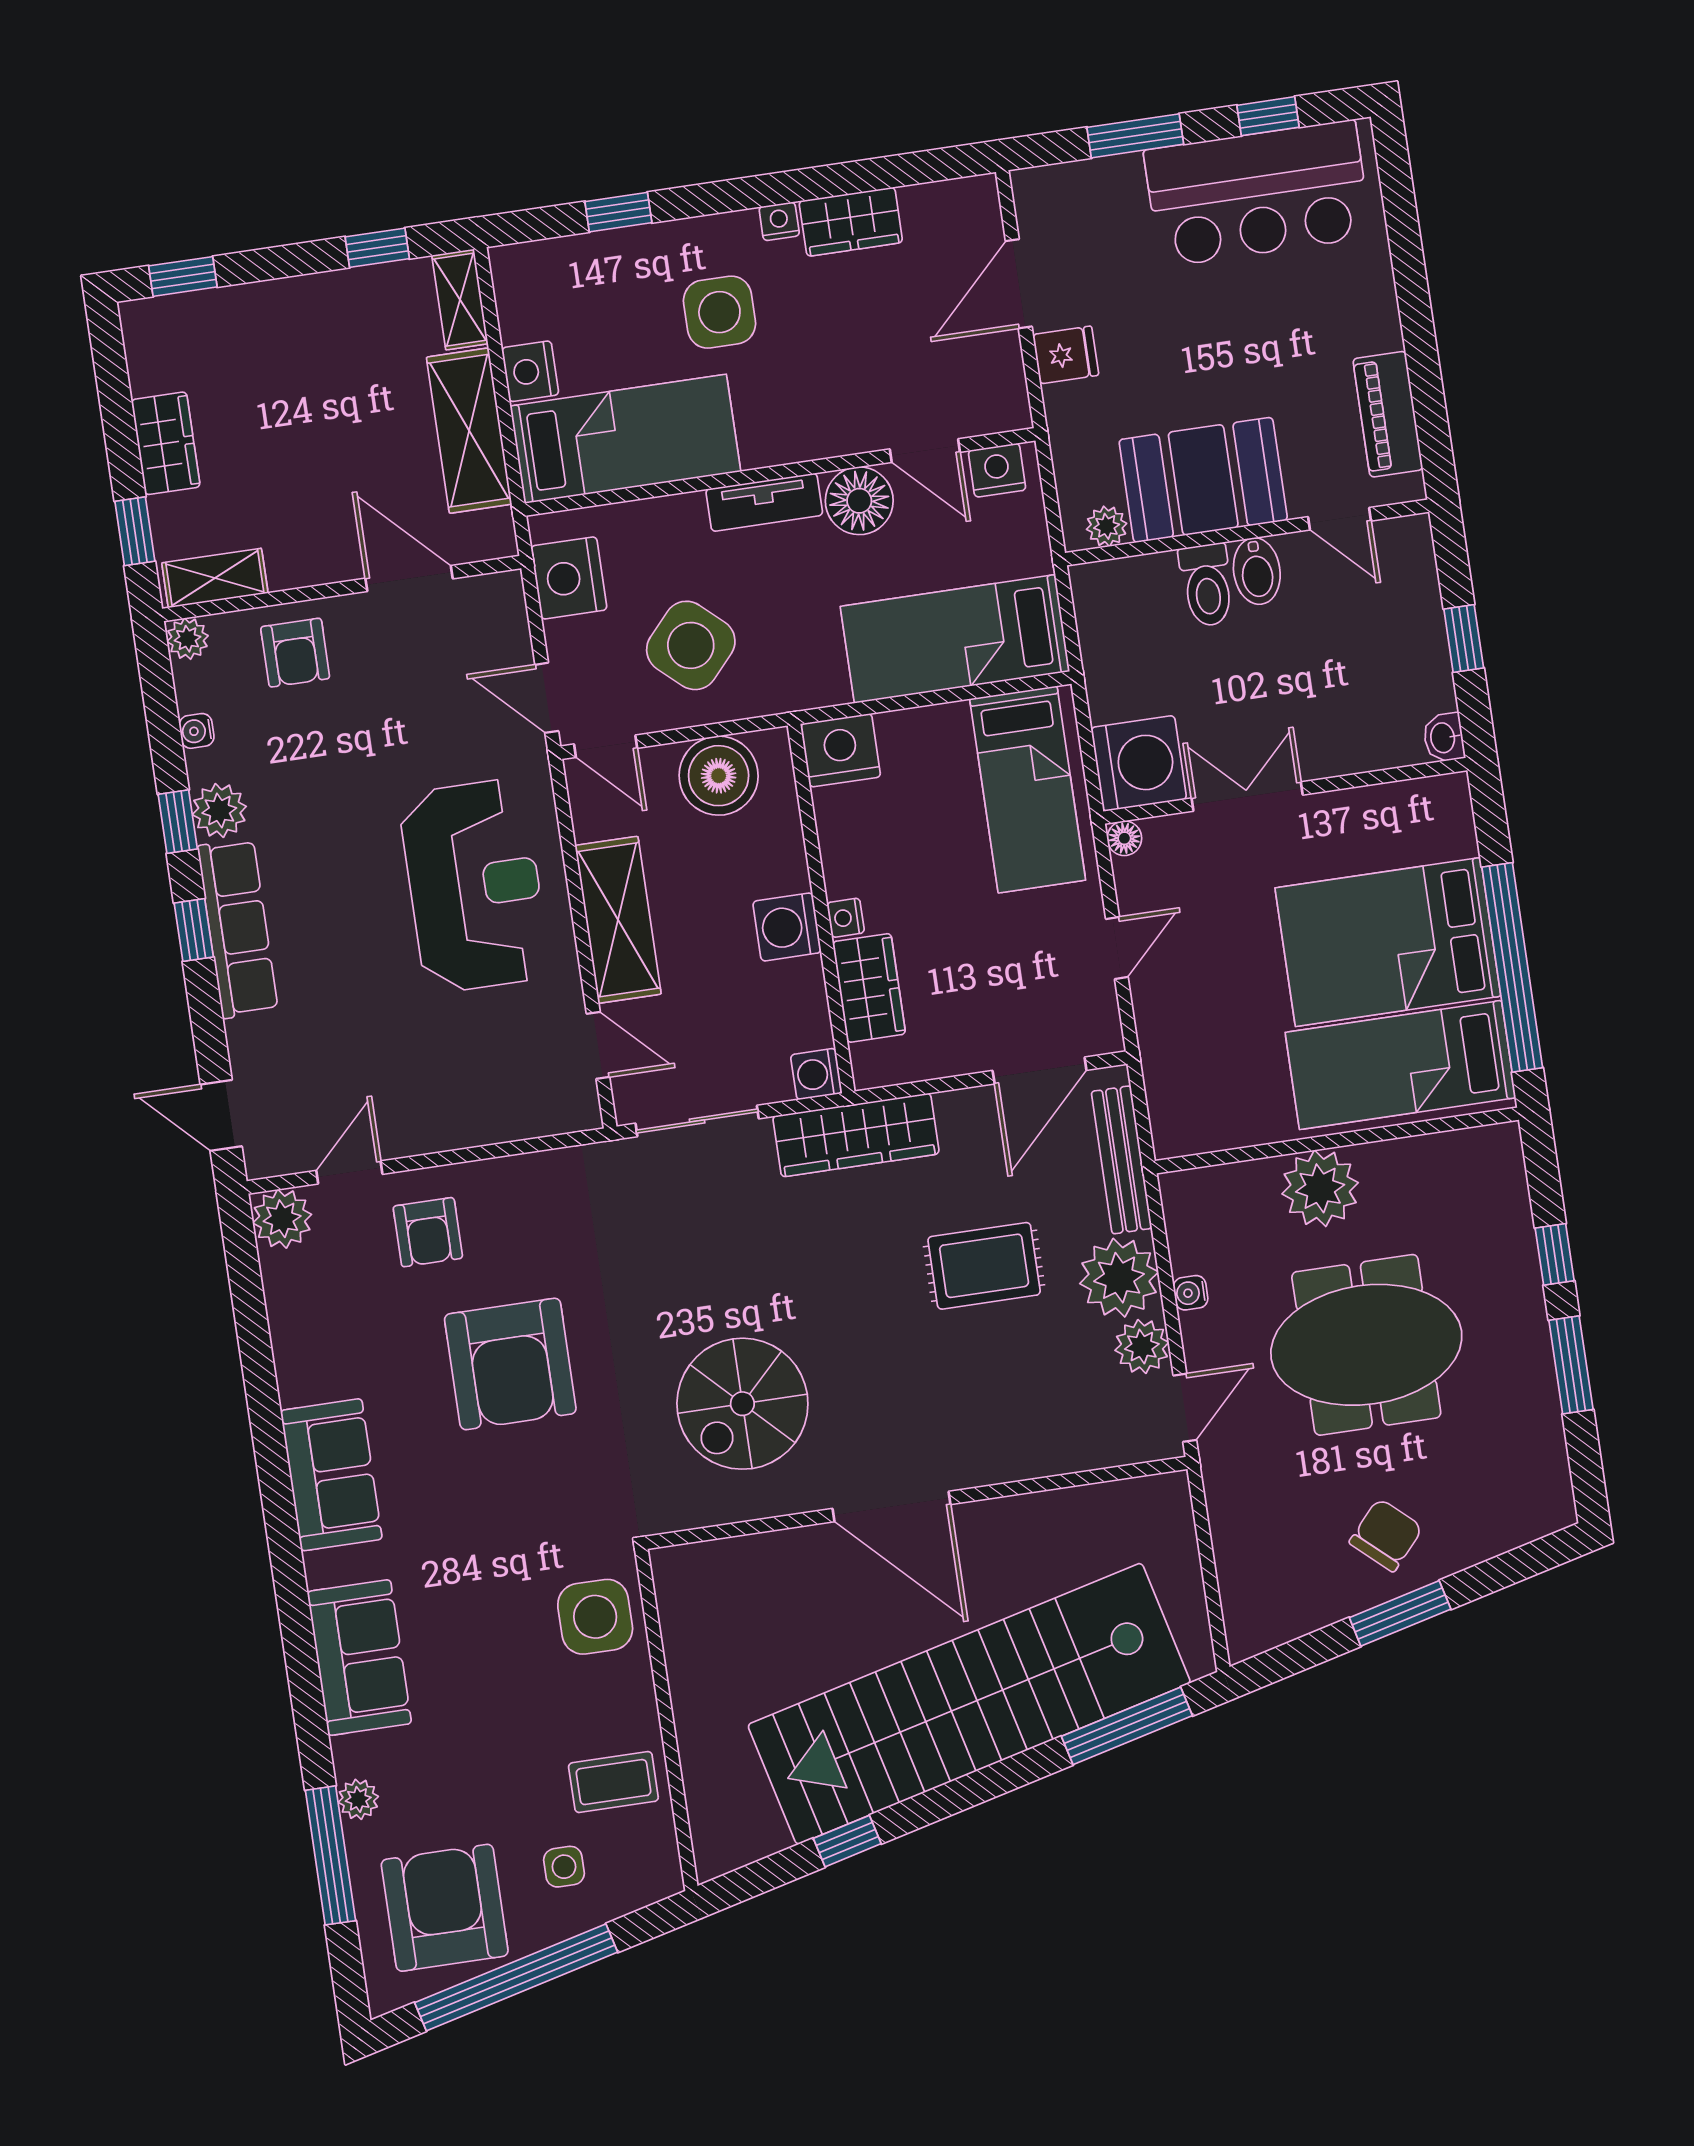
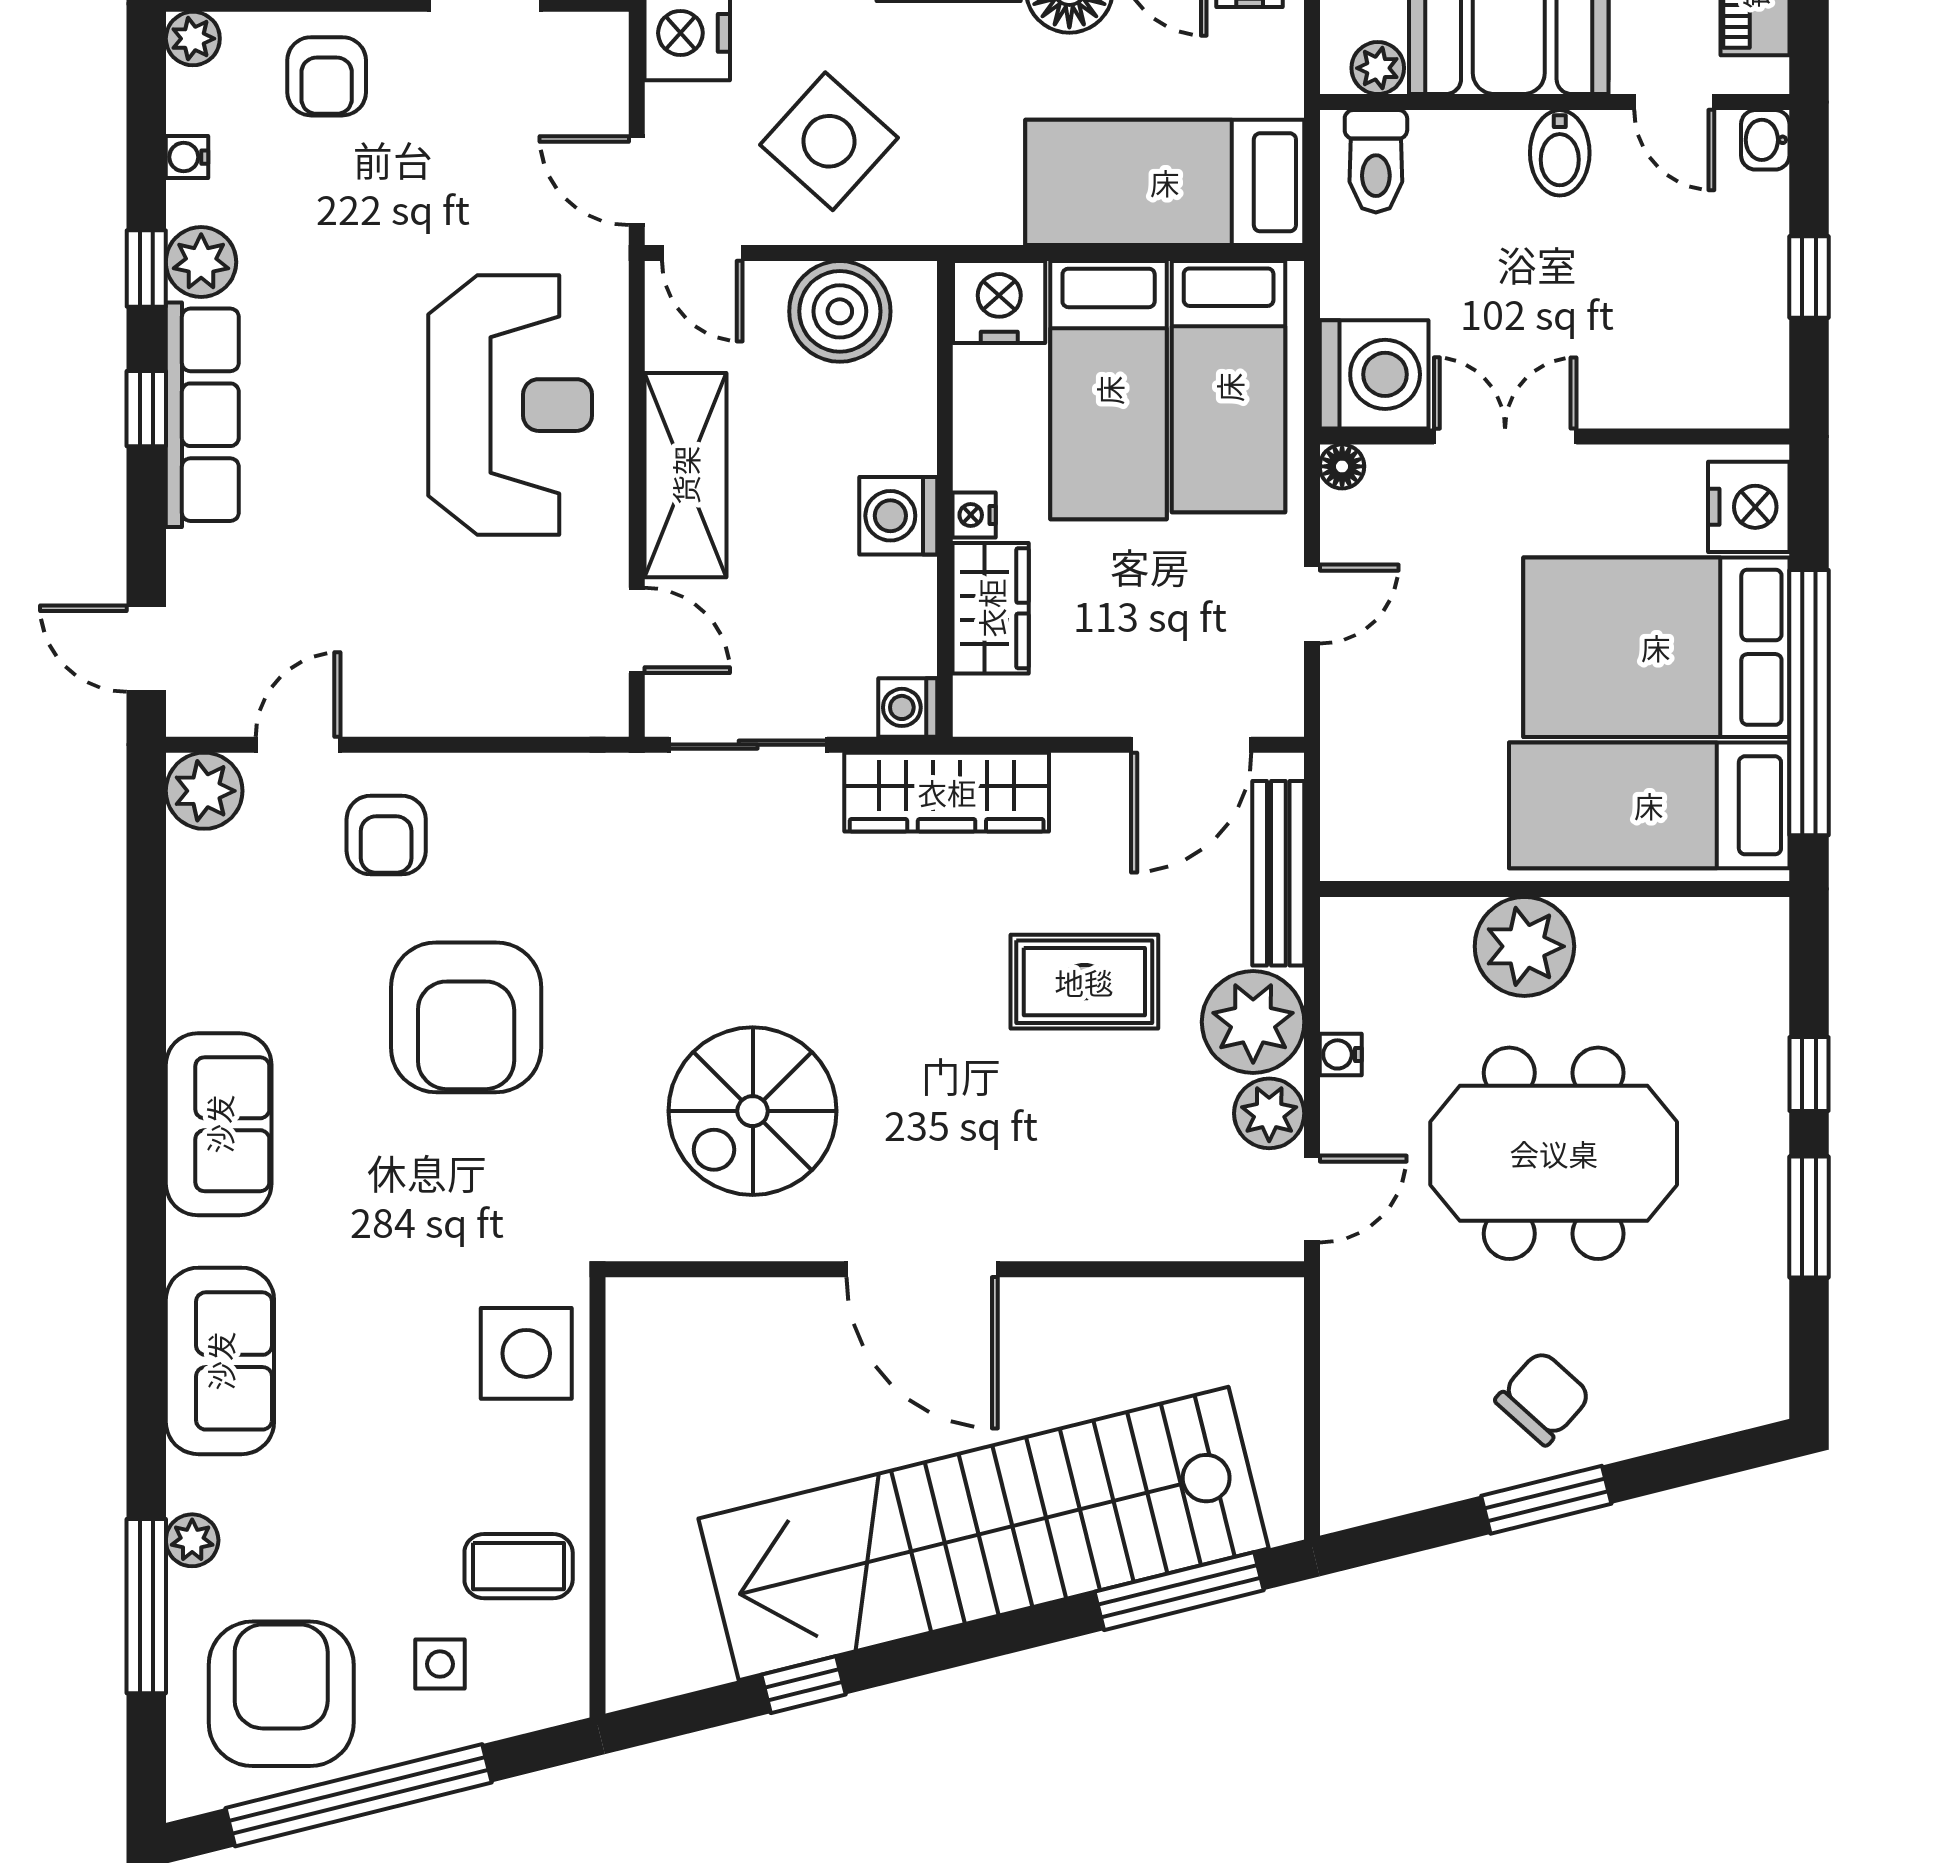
toilet: (1207, 585) -> (1376, 161), moved
washbasin: (1444, 738) -> (1765, 140), moved
bed: (935, 806) -> (1109, 390), added
nightstand: (1443, 823) -> (1749, 507), added

